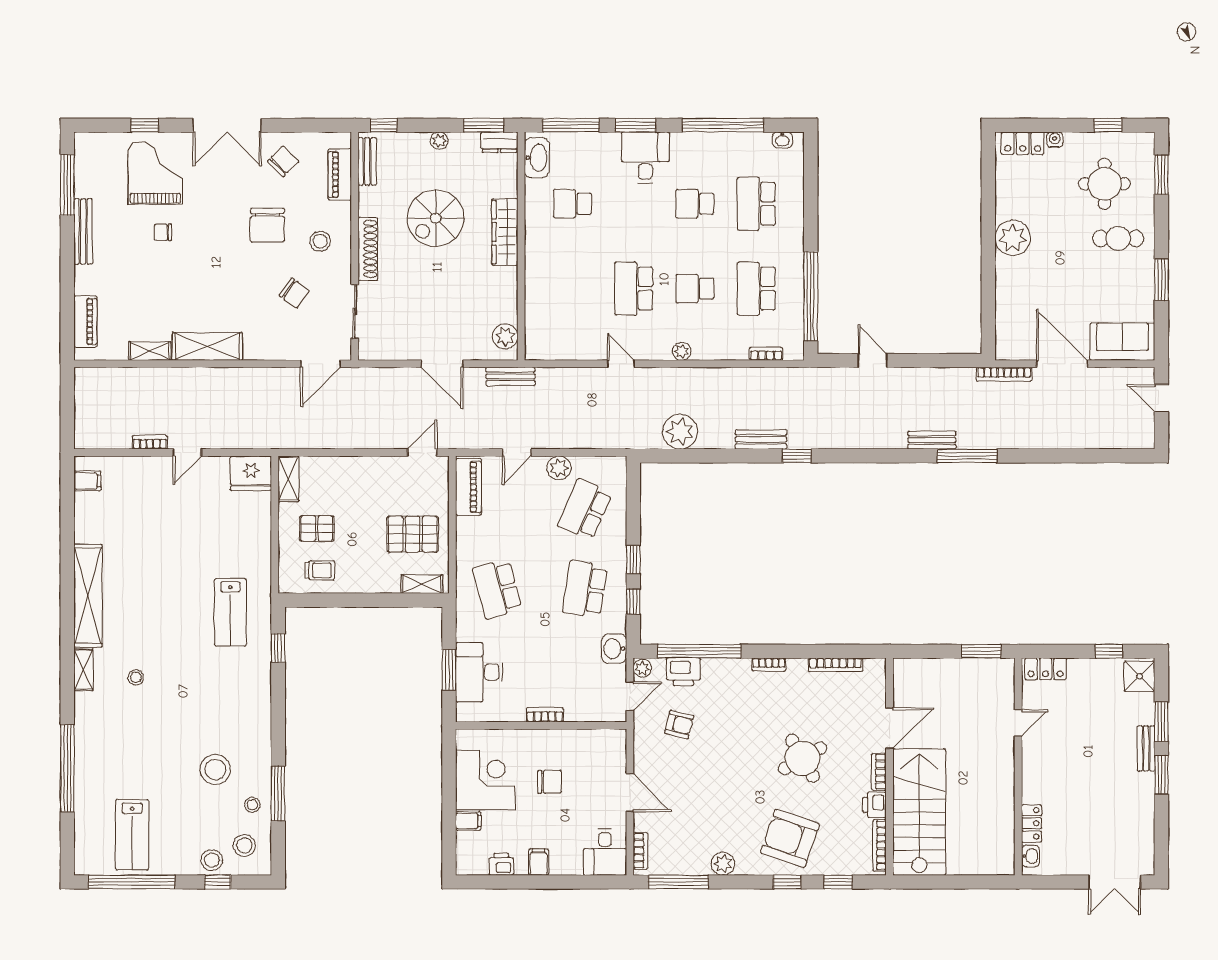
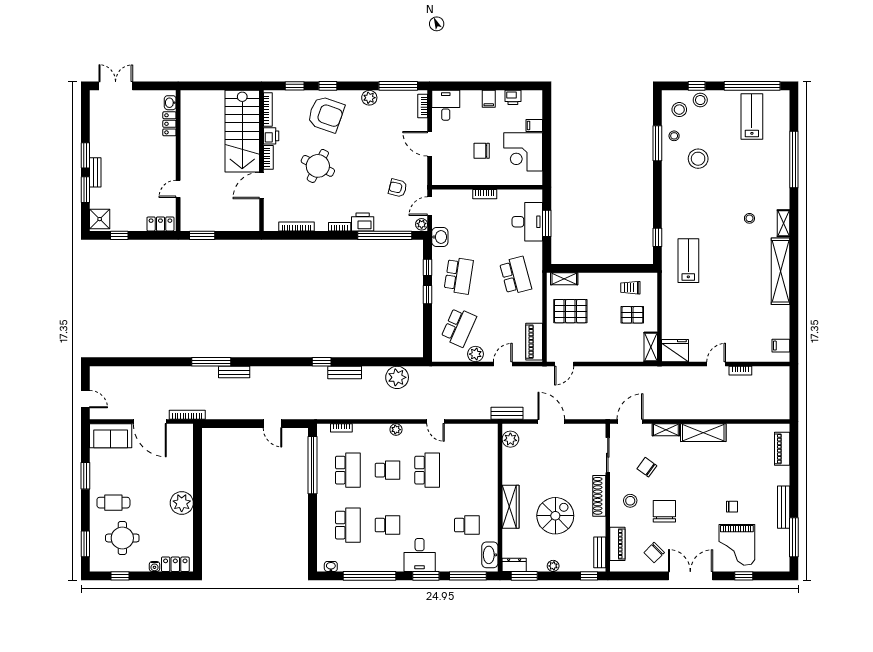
shelving: (150, 351) -> (666, 430), moved
printer: (683, 672) -> (363, 222), moved
round table: (802, 758) -> (318, 166), turned -34

